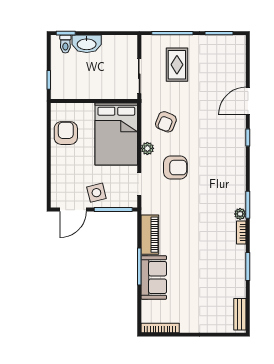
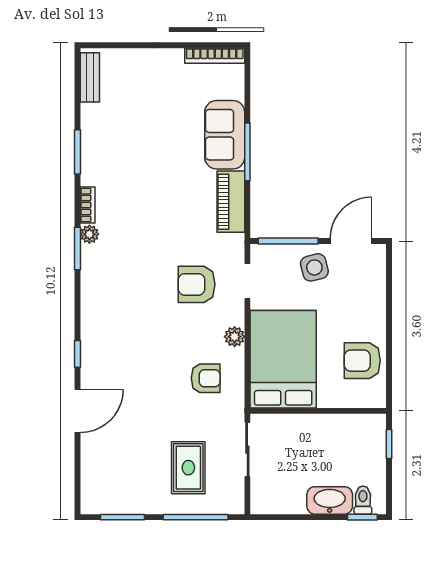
armchair: (166, 122) -> (206, 378), turned 68
armchair: (66, 133) -> (362, 361), turned 90
armchair: (175, 168) -> (197, 284), moved

